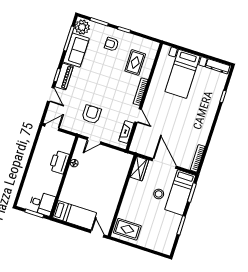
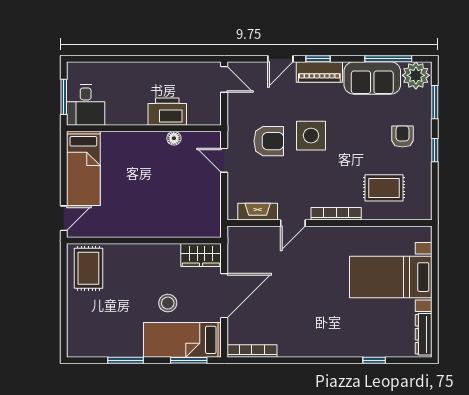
side table: (96, 92) -> (311, 136), added

